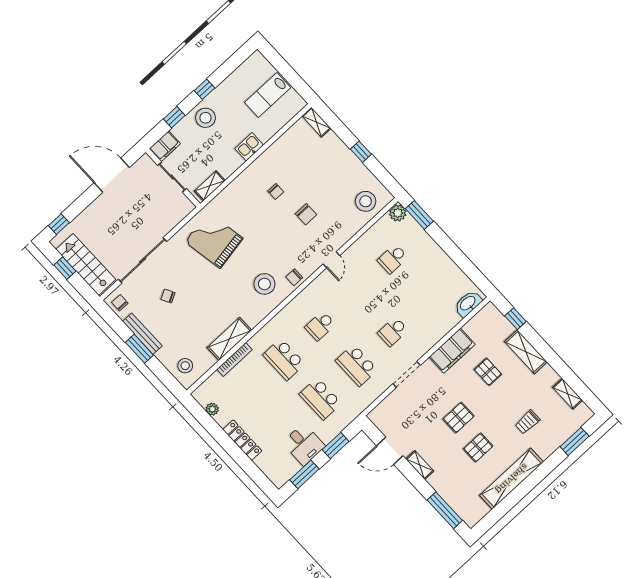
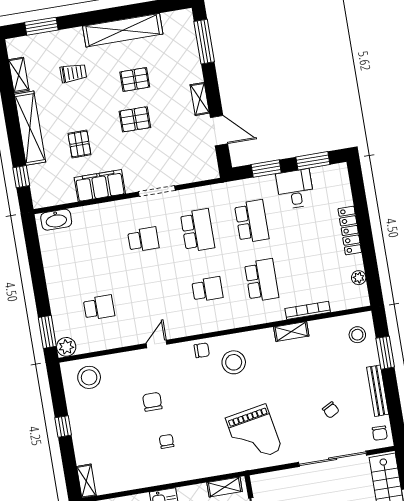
shelving: (229, 339) -> (291, 332), width x0.67, depth x0.75
window: (139, 349) -> (385, 353), moved
shelving: (526, 352) -> (30, 128), width x1.47

